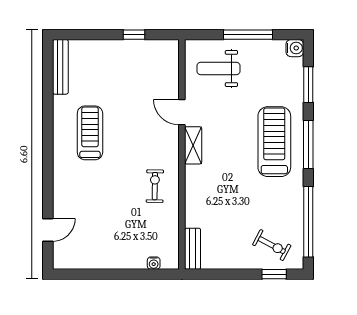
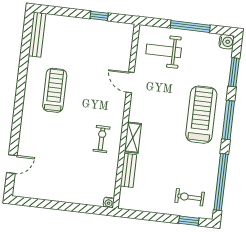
shelving: (193, 145) -> (133, 138), moved
exercise bike: (272, 245) -> (190, 197), turned 153
bench: (193, 249) -> (128, 170), moved
water cooler: (154, 263) -> (109, 202), moved

